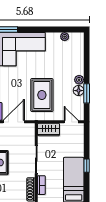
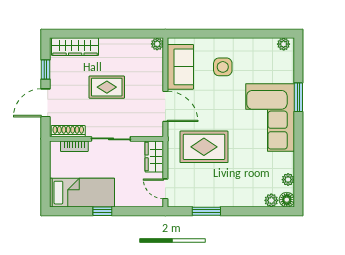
plant: (79, 80) -> (271, 200), moved
floor lamp: (79, 91) -> (287, 200), moved
door: (71, 122) -> (165, 189), swing flipped

